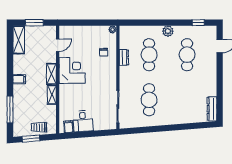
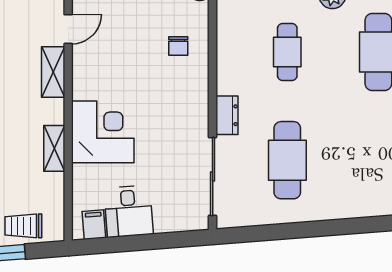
cafe table: (149, 55) -> (287, 52), width x0.73, depth x0.74
dresser: (124, 57) -> (227, 115), moved
corner desk: (72, 70) -> (103, 132), moved
shelving: (51, 74) -> (53, 72), moved

